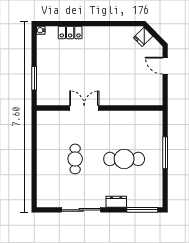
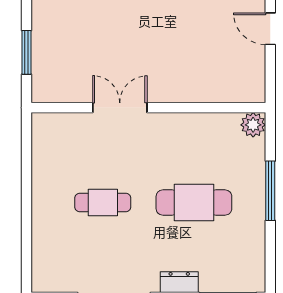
plant: (156, 117) -> (253, 125), added
cafe table: (75, 159) -> (103, 203), turned 90

